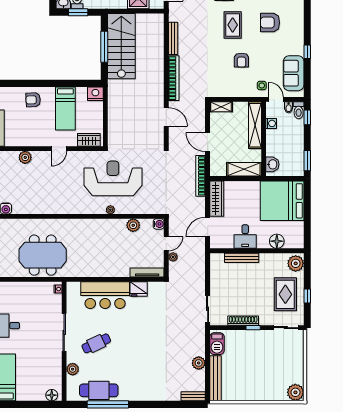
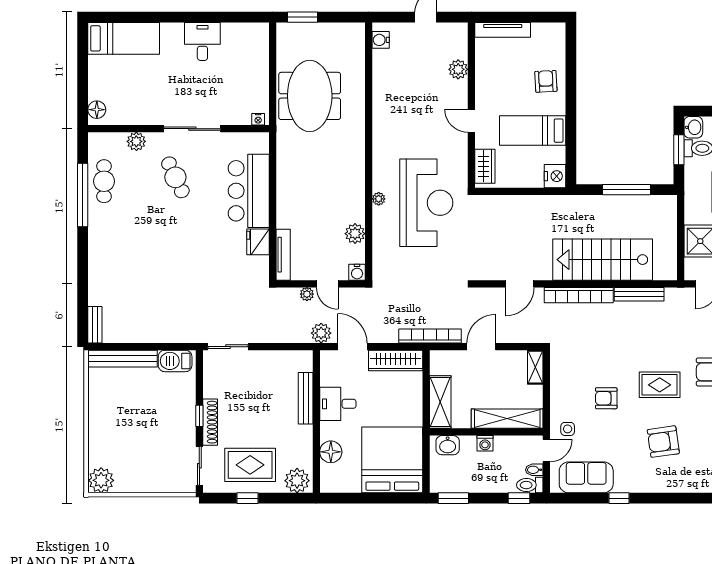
armchair: (270, 23) -> (663, 442), turned -98
stairs: (121, 46) -> (603, 260), moved, turned 180
washing machine: (271, 123) -> (485, 443), moved
shoe rack: (243, 321) -> (210, 422), moved
plant: (199, 363) -> (321, 333), moved
cafe table: (99, 390) -> (104, 181), width x0.73, depth x0.74

